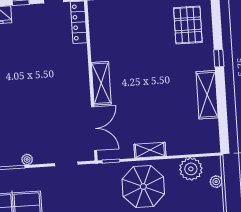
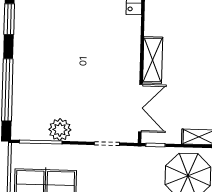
plant: (27, 159) -> (60, 130), width x1.88, depth x1.88

